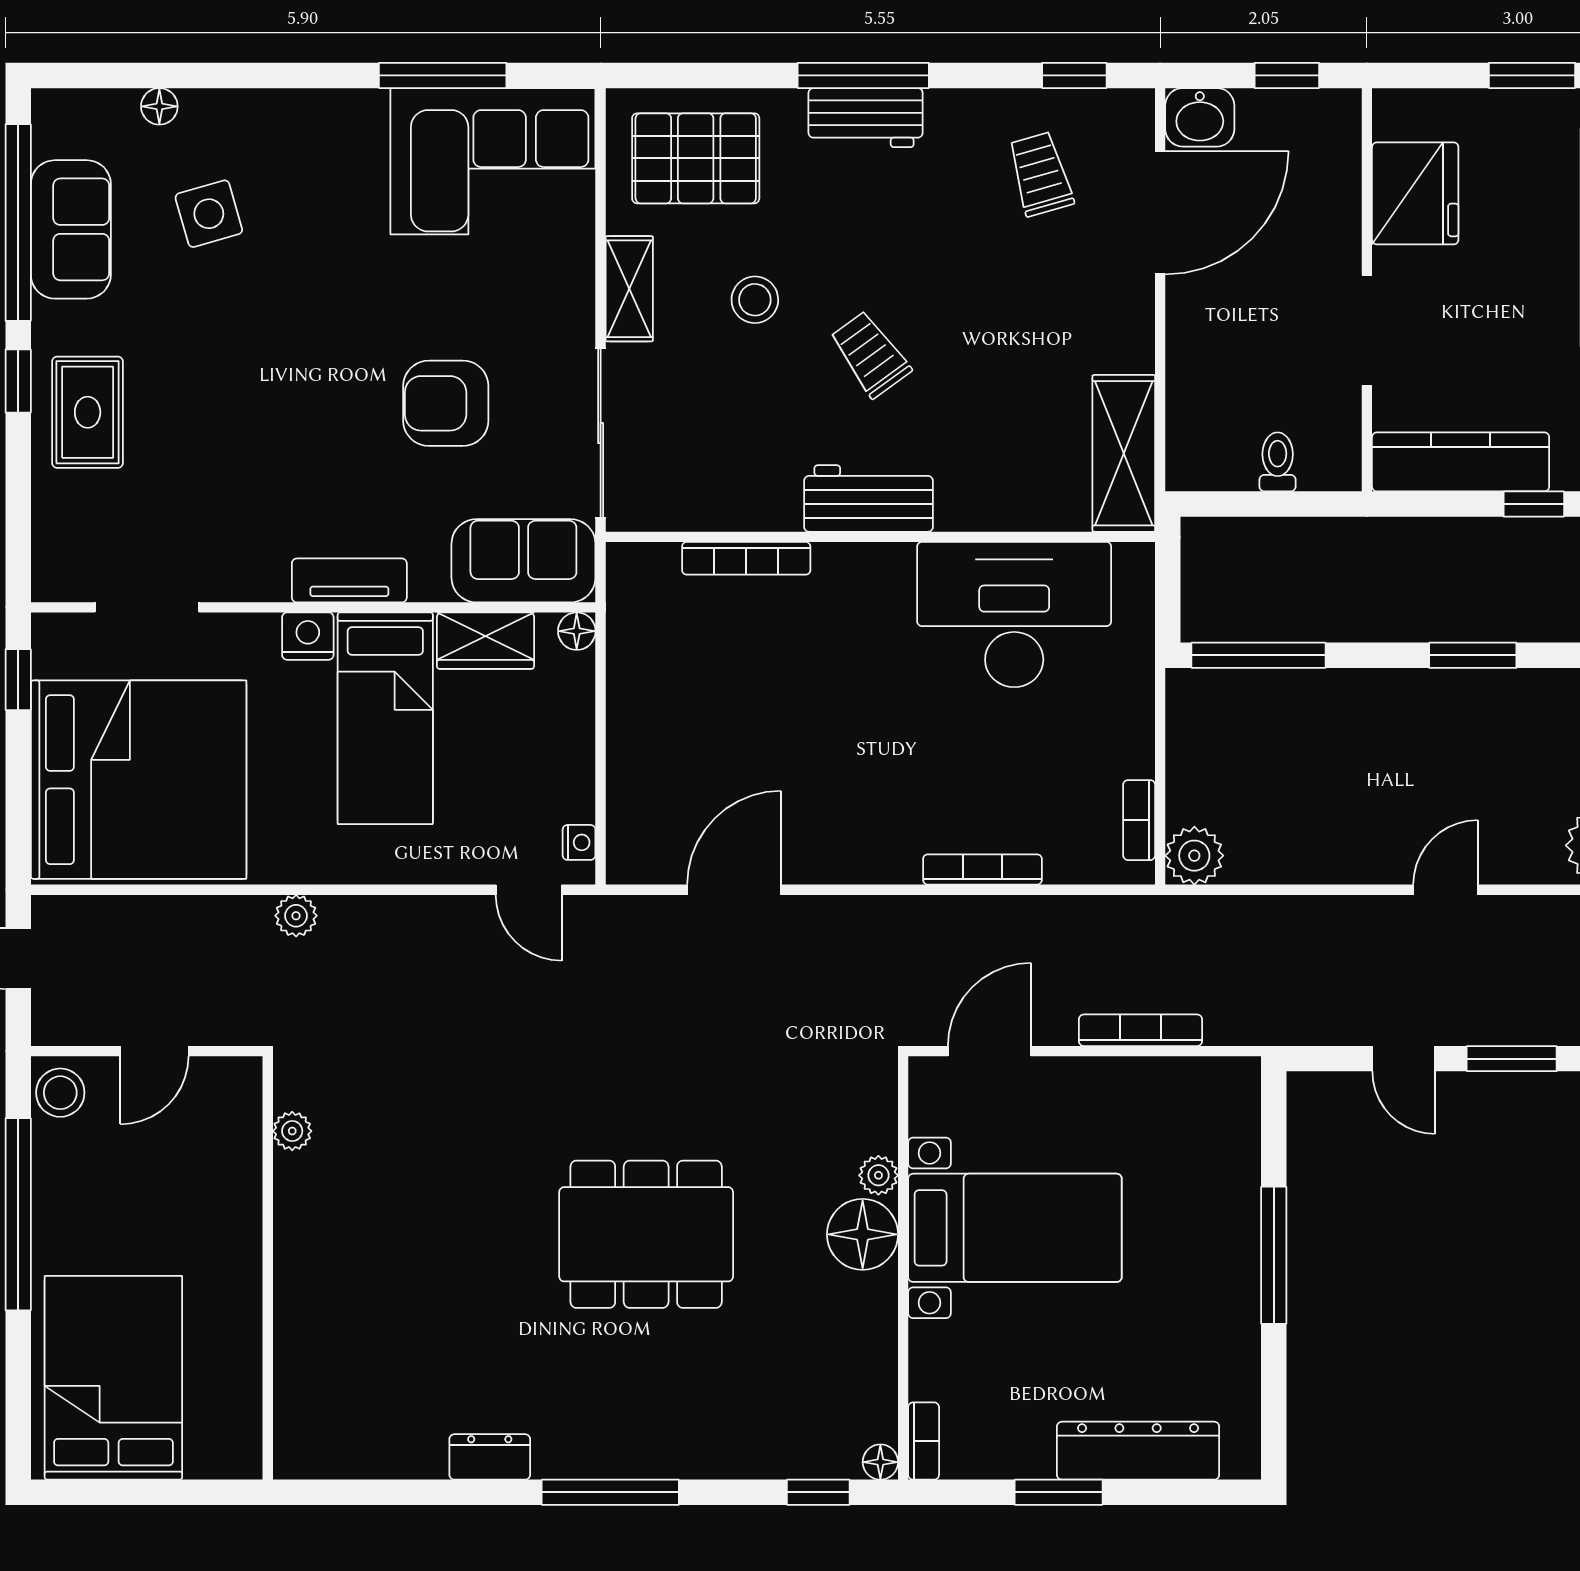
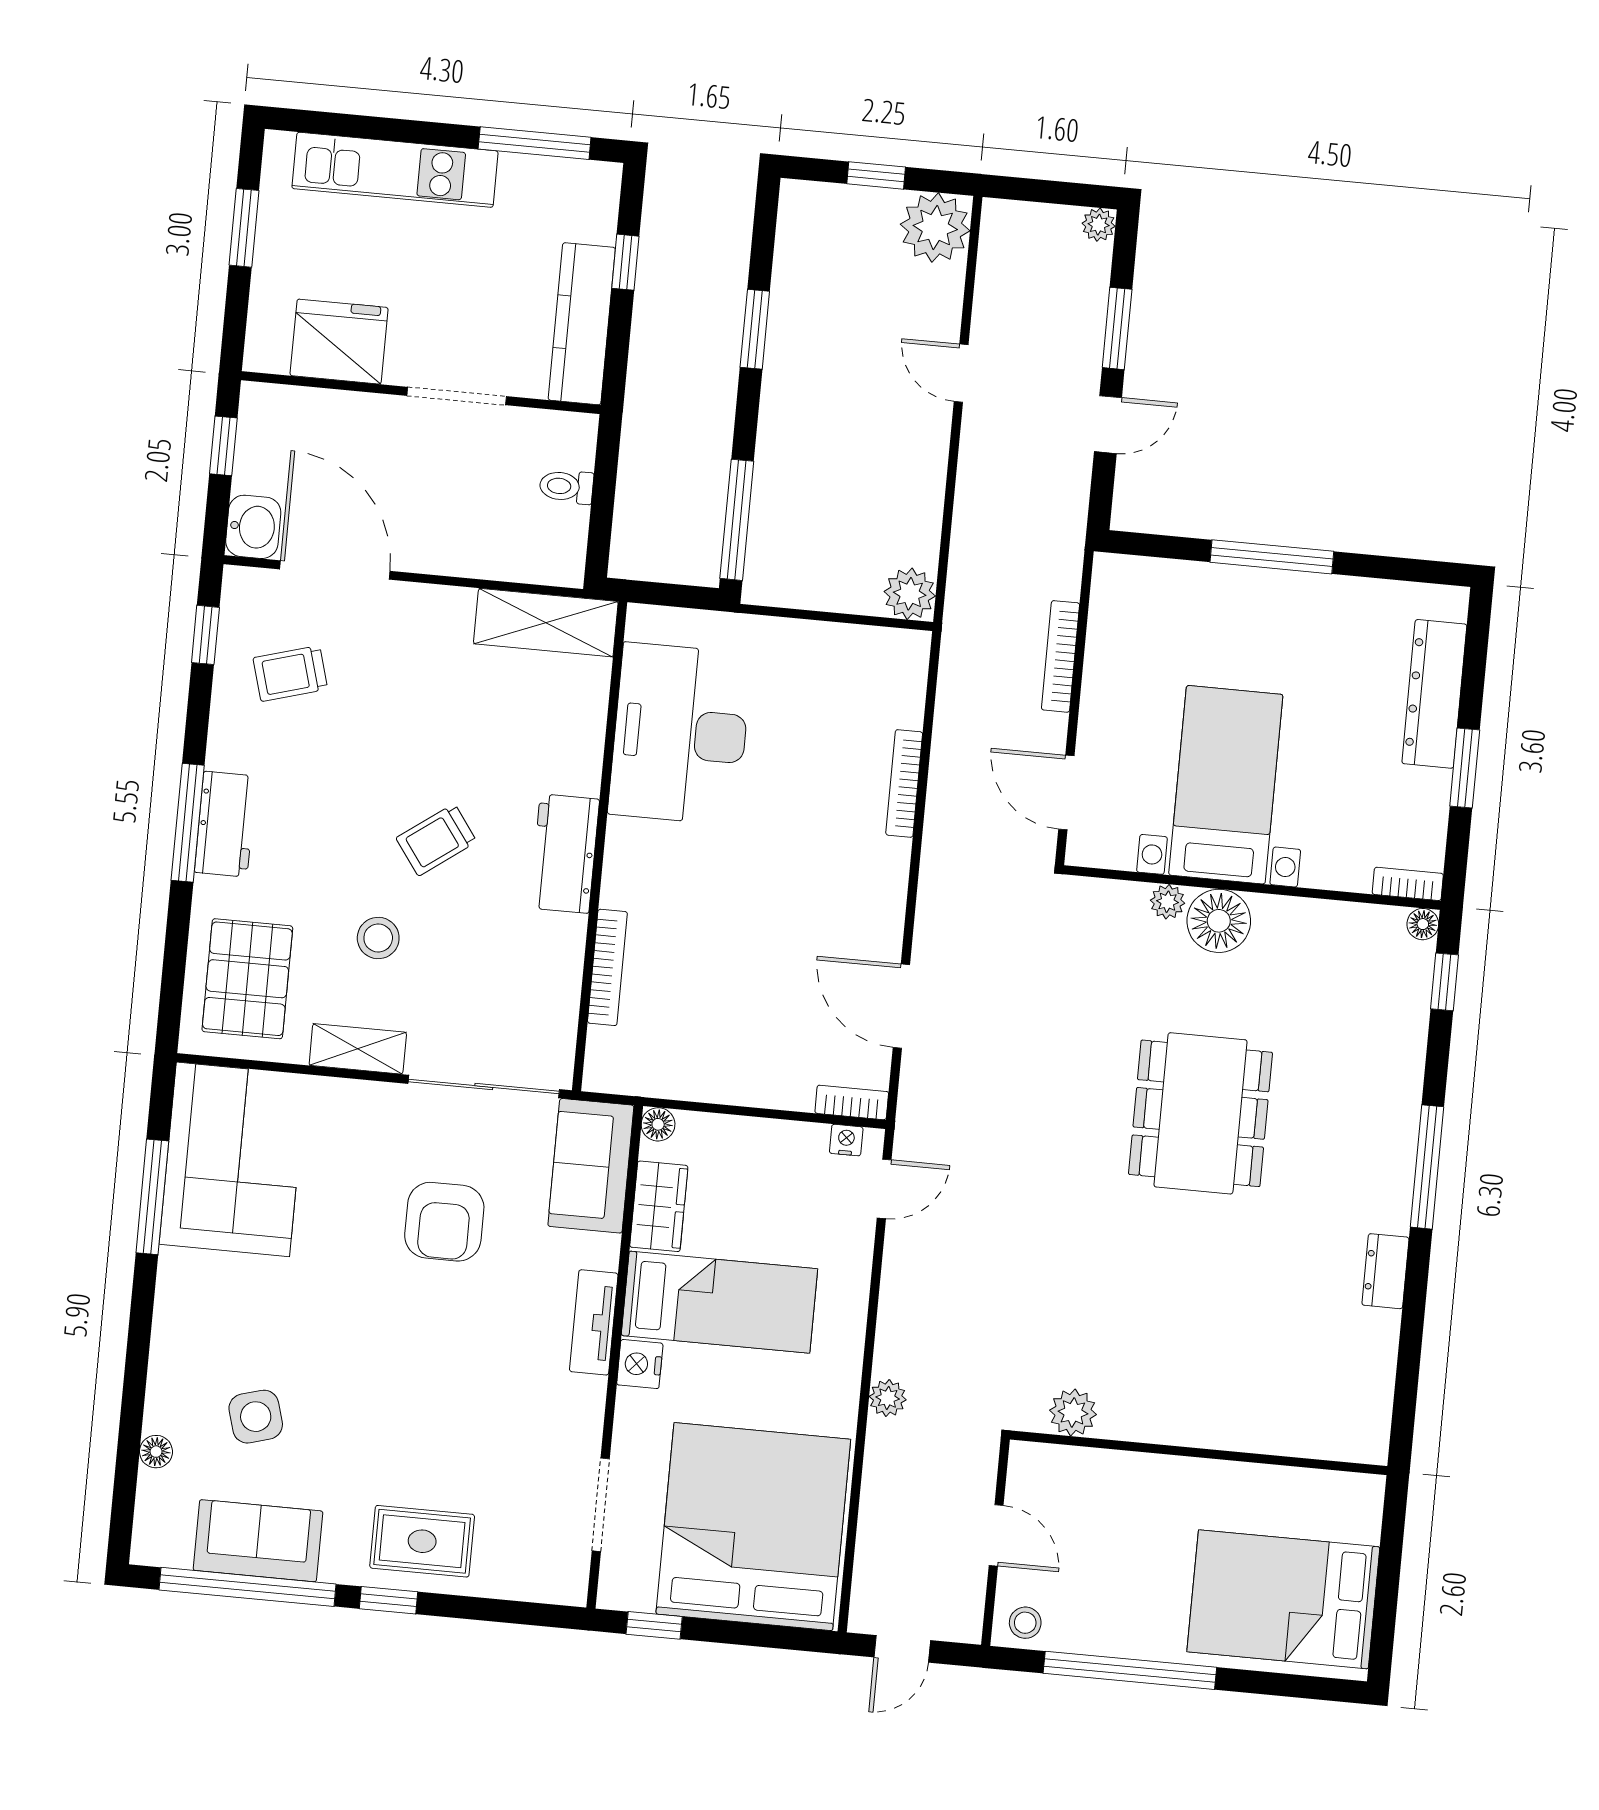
bookcase: (1139, 820) -> (852, 1102), moved, turned 180
stool: (60, 1093) -> (1025, 1623), width x0.73, depth x0.73
plant: (292, 1131) -> (1073, 1412), width x1.38, depth x1.38

